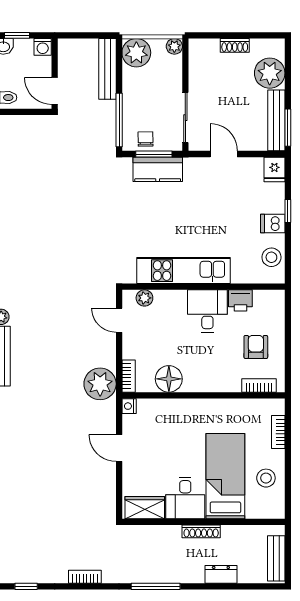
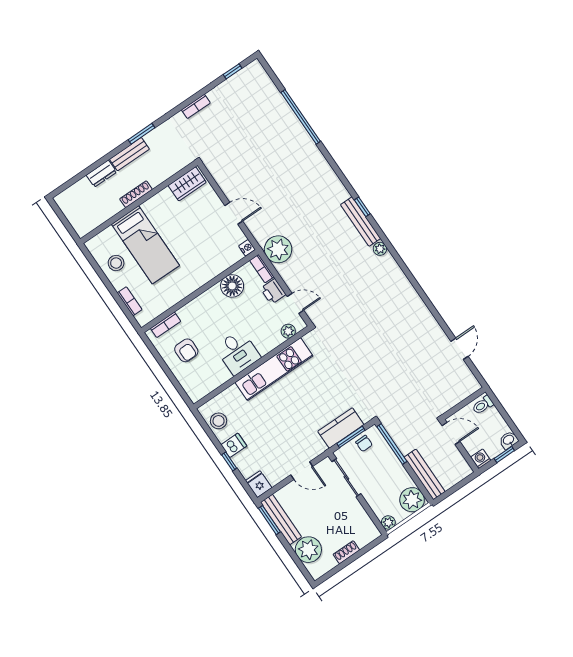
printer: (240, 300) -> (273, 291), moved, turned -90
desk: (185, 498) -> (163, 210), removed
bench: (276, 558) -> (129, 154), moved, turned 90
window: (156, 586) -> (141, 134), width x0.69

